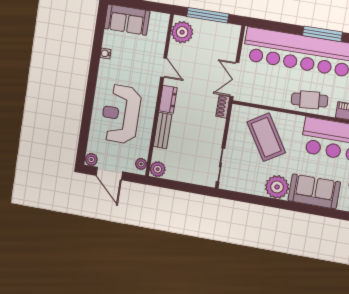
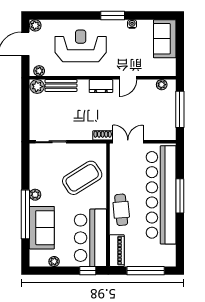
plant: (182, 32) -> (162, 85), width x0.53, depth x0.53
window: (322, 34) -> (180, 196), moved
window: (93, 73) -> (113, 16), added
bench: (163, 130) -> (61, 85), moved
plant: (277, 187) -> (35, 195), width x0.53, depth x0.53
window: (296, 207) -> (25, 214), added

